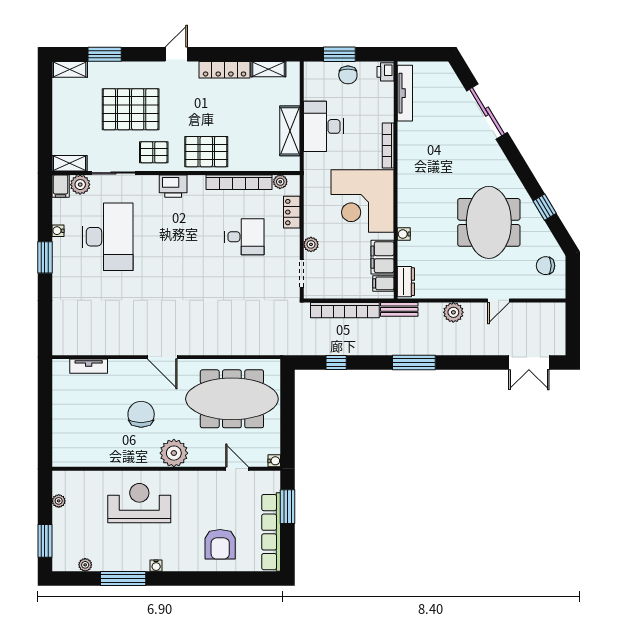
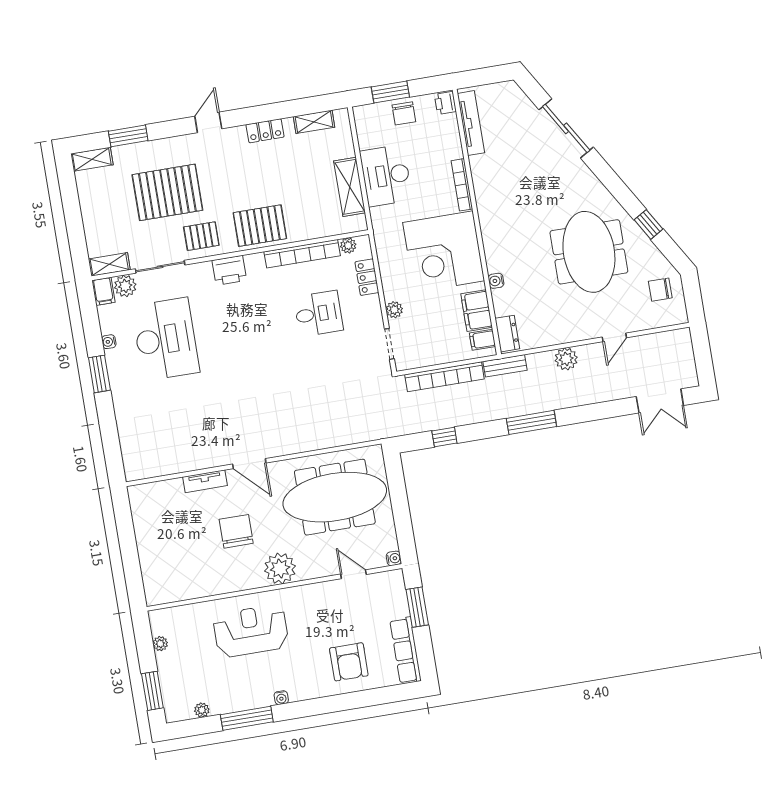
locker: (225, 70) -> (265, 131), width x0.66
tv unit: (89, 366) -> (205, 481), moved
row of seats: (271, 532) -> (406, 650), width x0.73

